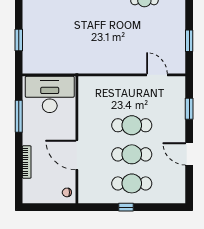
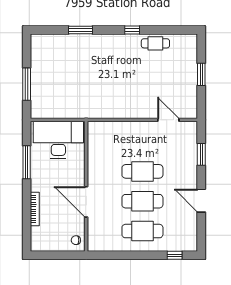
window: (19, 40) -> (27, 84), width x1.44
window: (189, 41) -> (201, 74), moved
window: (126, 207) -> (175, 255), moved

